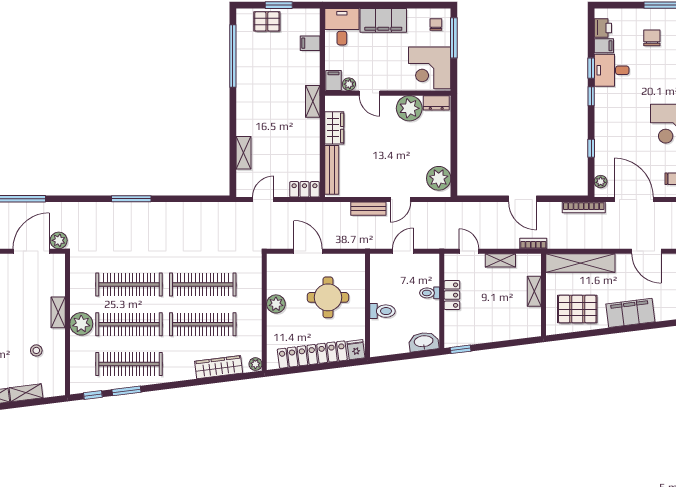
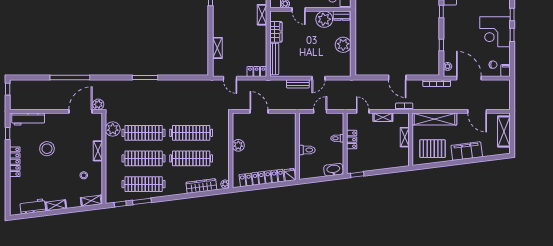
plant: (439, 178) -> (343, 45), moved
door: (263, 200) -> (230, 78), swing flipped
round table: (328, 297) -> (272, 141), removed
plant: (81, 324) -> (113, 129), moved
shelving: (26, 393) -> (91, 201), moved

